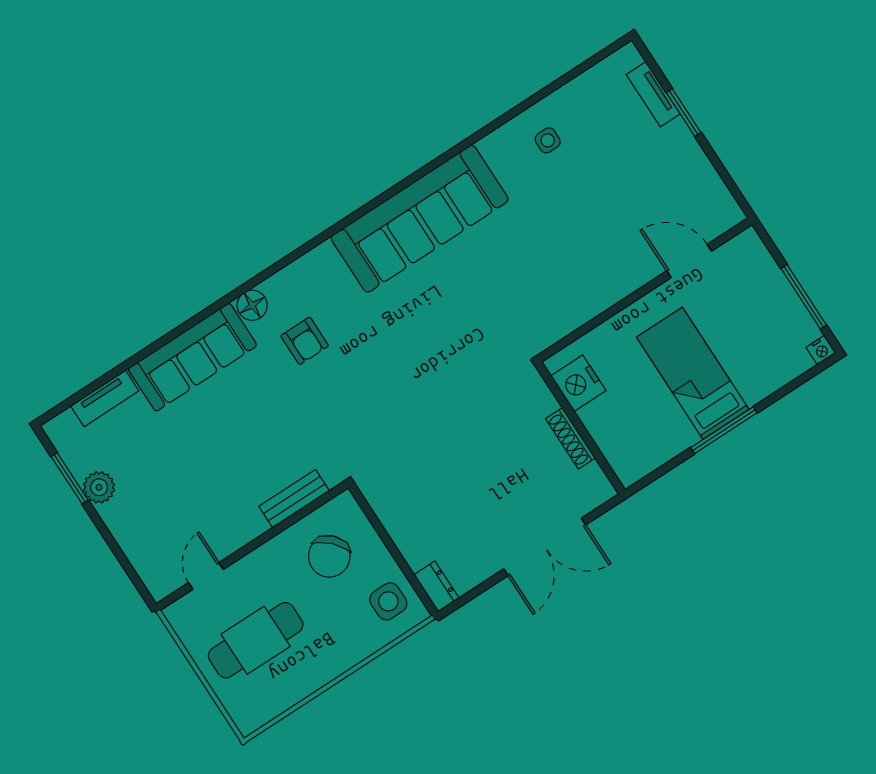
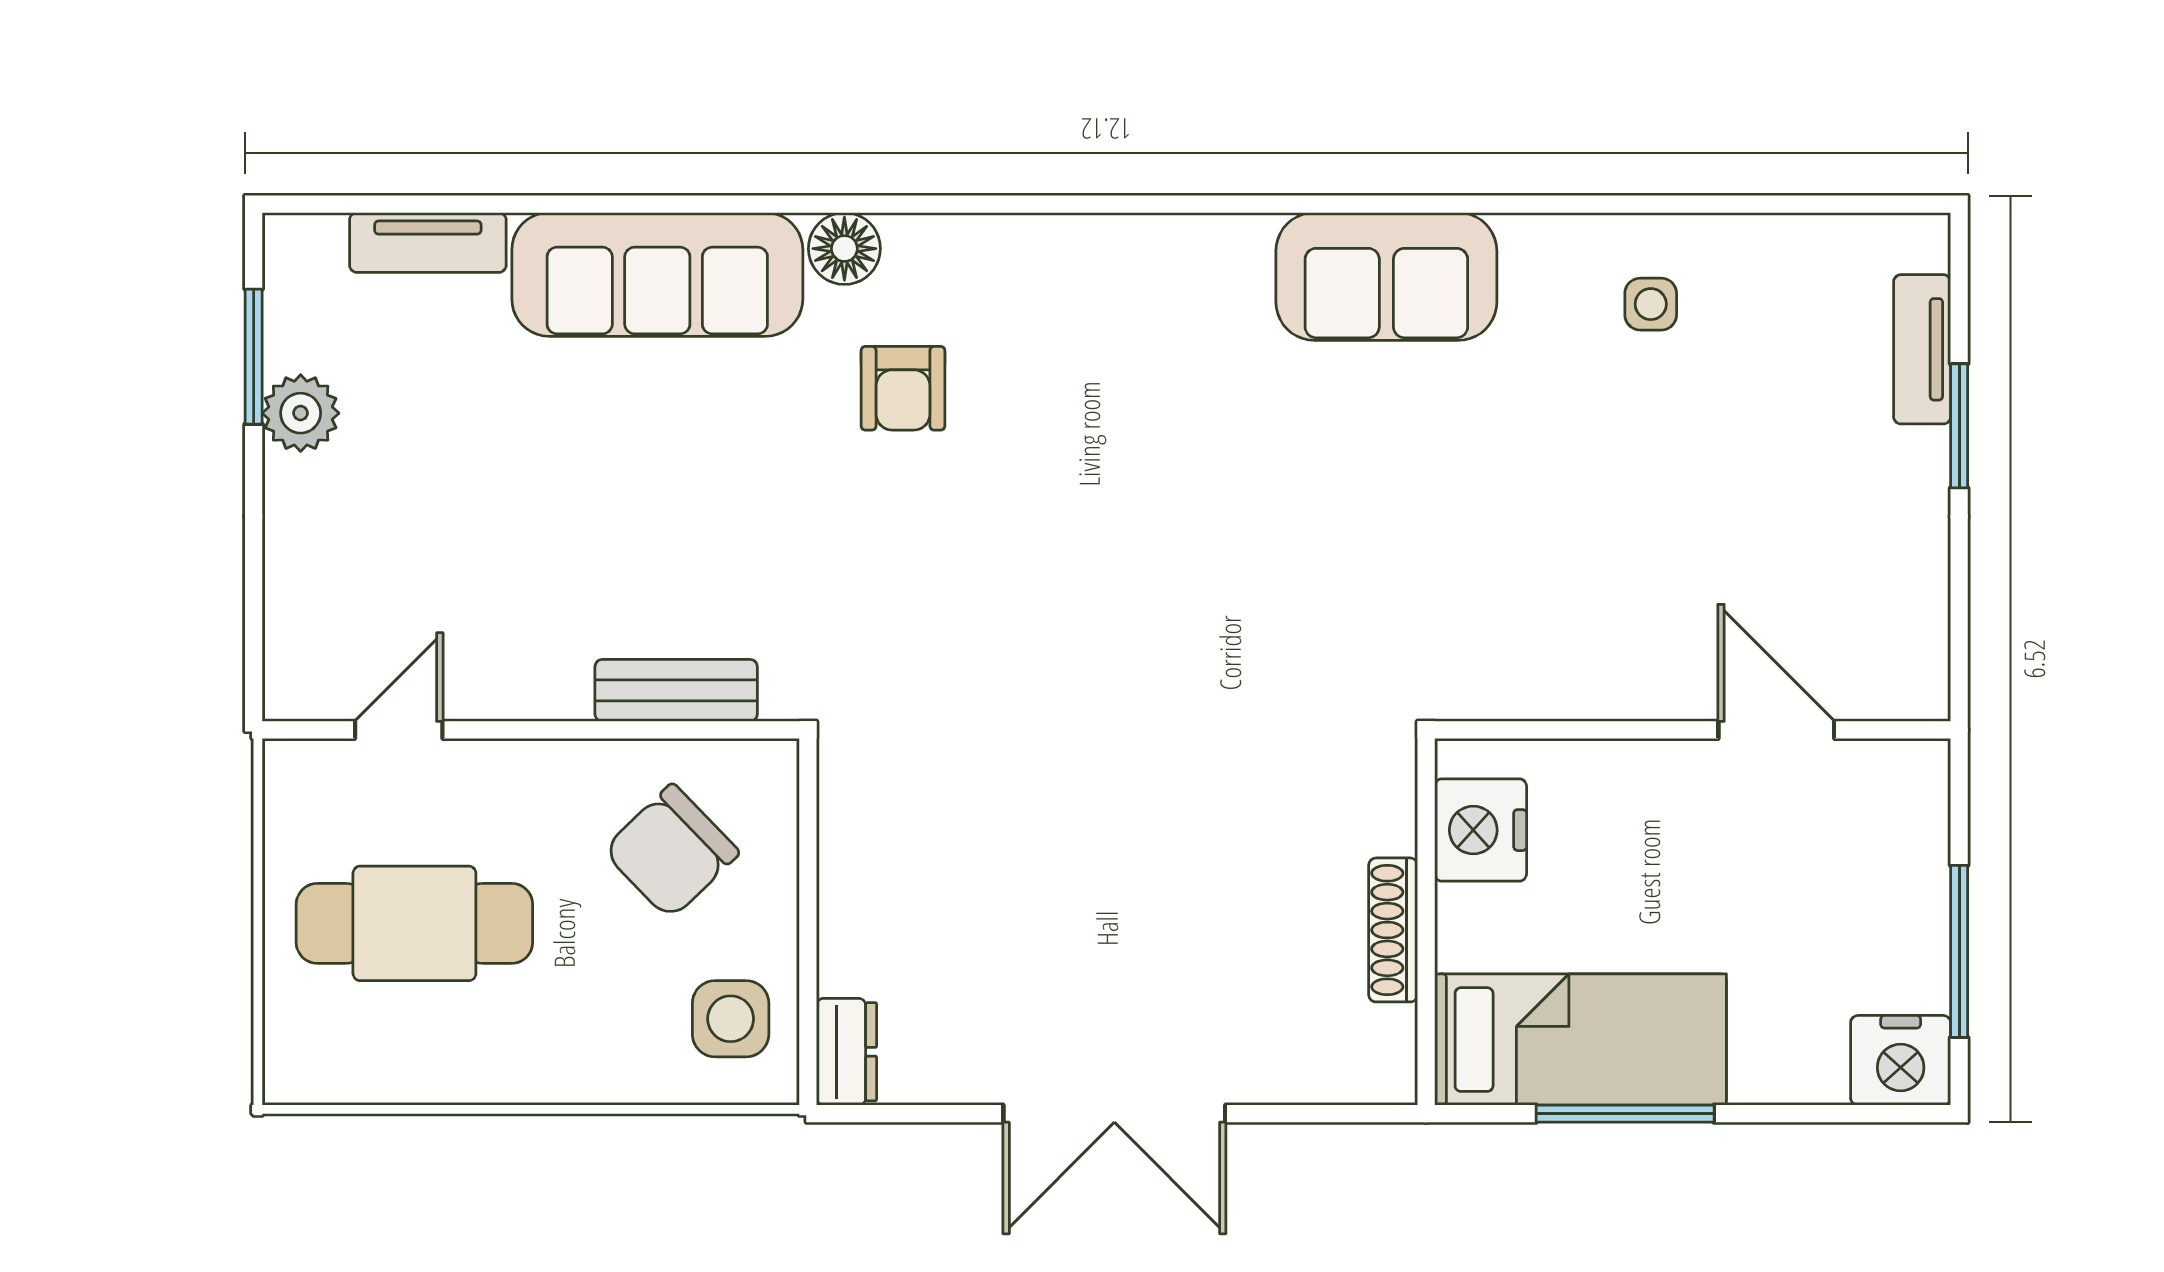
sofa: (420, 219) -> (1386, 276), width x0.54, depth x0.79
nightstand: (821, 350) -> (1901, 1060), width x1.89, depth x1.79
bed: (693, 373) -> (1581, 1040), moved, turned 90
nightstand: (578, 383) -> (1481, 830), moved
wall: (580, 428) -> (1426, 922), moved
shoe rack: (571, 438) -> (1393, 930), moved

